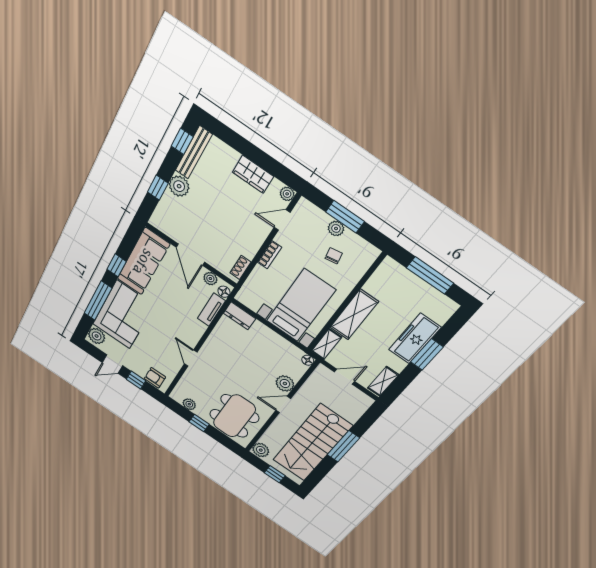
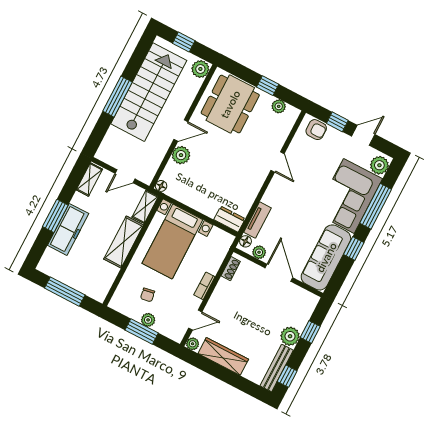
wardrobe: (253, 174) -> (223, 356), width x1.50

